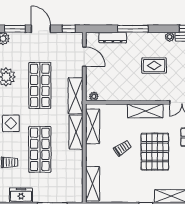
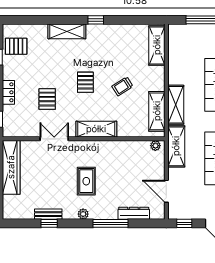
plant: (170, 37) -> (83, 214), moved
rug: (154, 65) -> (86, 181), turned 90
pallet: (155, 152) -> (85, 82), width x0.49, depth x0.50

